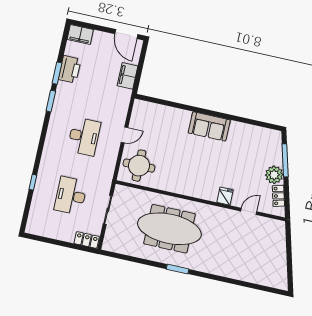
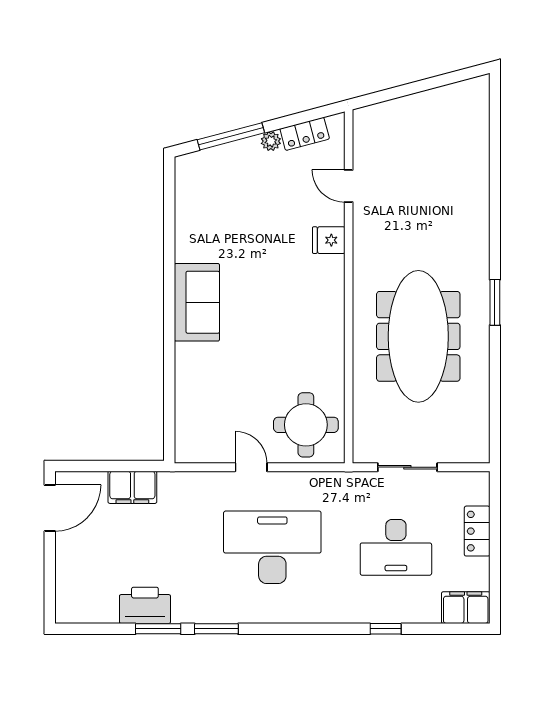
filing cabinet: (80, 34) -> (466, 608), moved, turned -90
desk: (84, 136) -> (272, 547), width x1.36, depth x1.30
plant: (274, 175) -> (271, 141), width x0.53, depth x0.53
locker: (87, 240) -> (477, 531), moved

